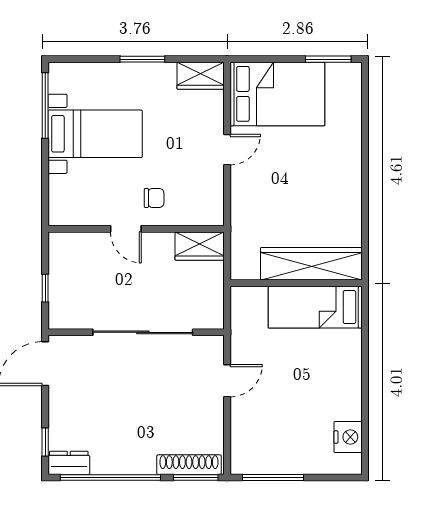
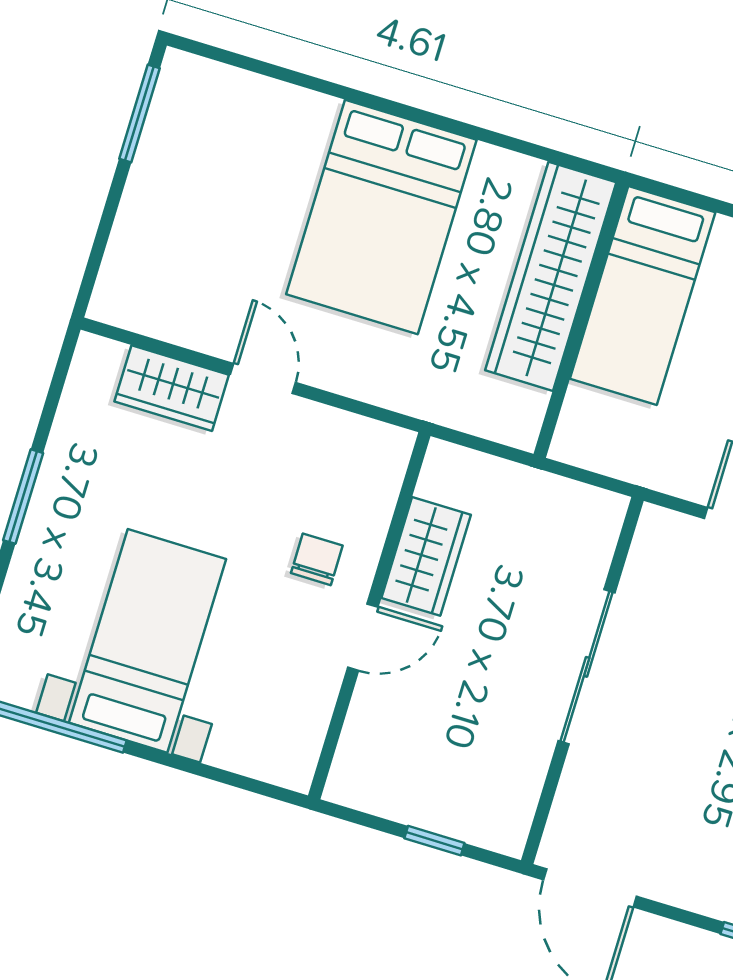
wardrobe: (201, 76) -> (172, 388), moved, turned 90
bed: (277, 94) -> (381, 217), moved, turned 180
wardrobe: (200, 246) -> (426, 556), moved
sliding door: (143, 332) -> (587, 667), width x0.73

